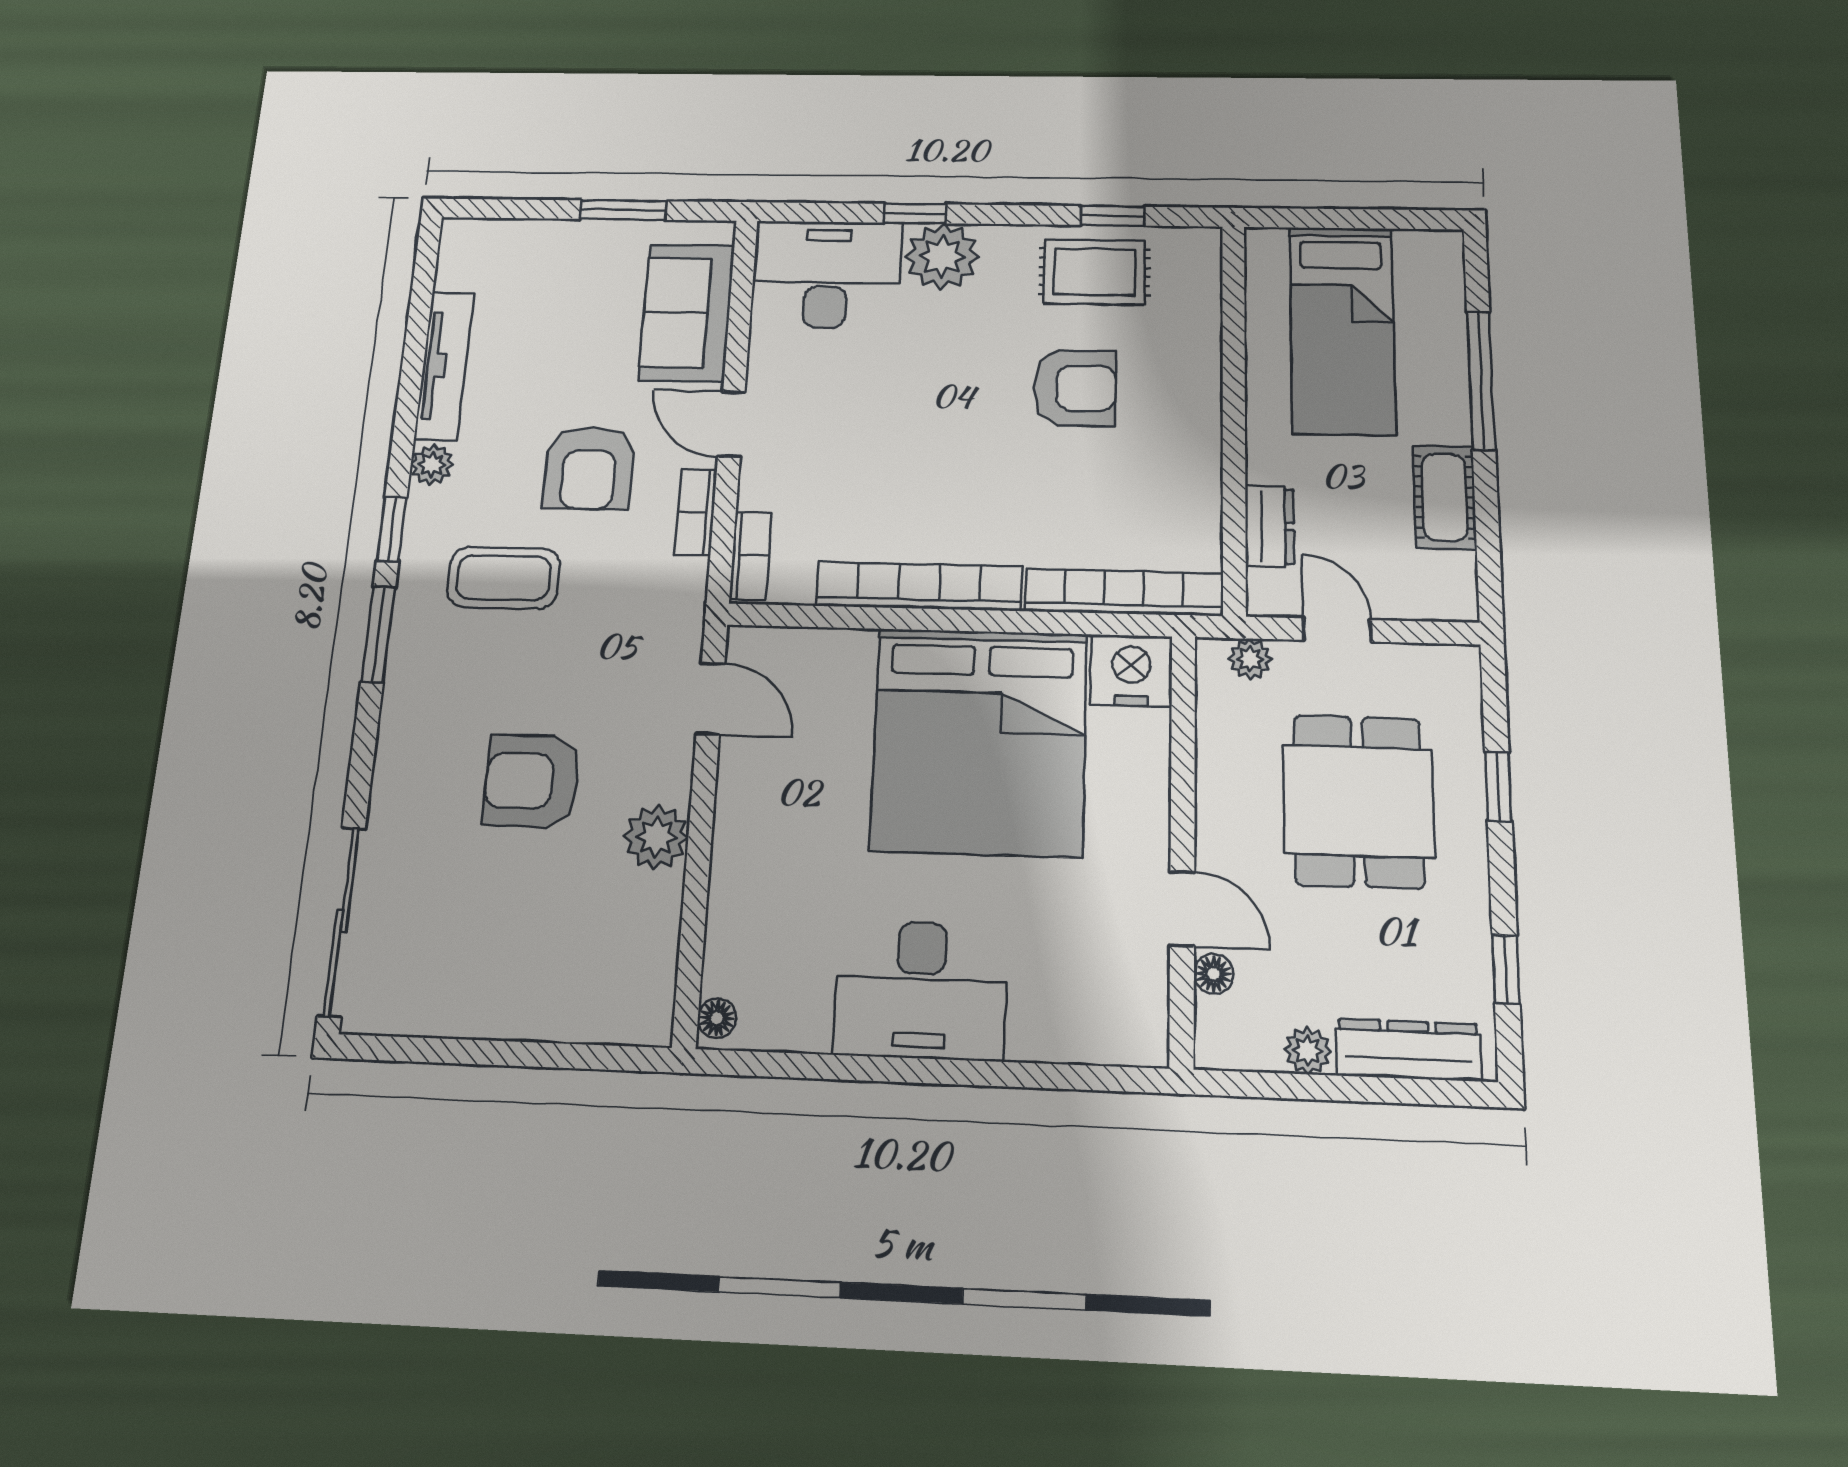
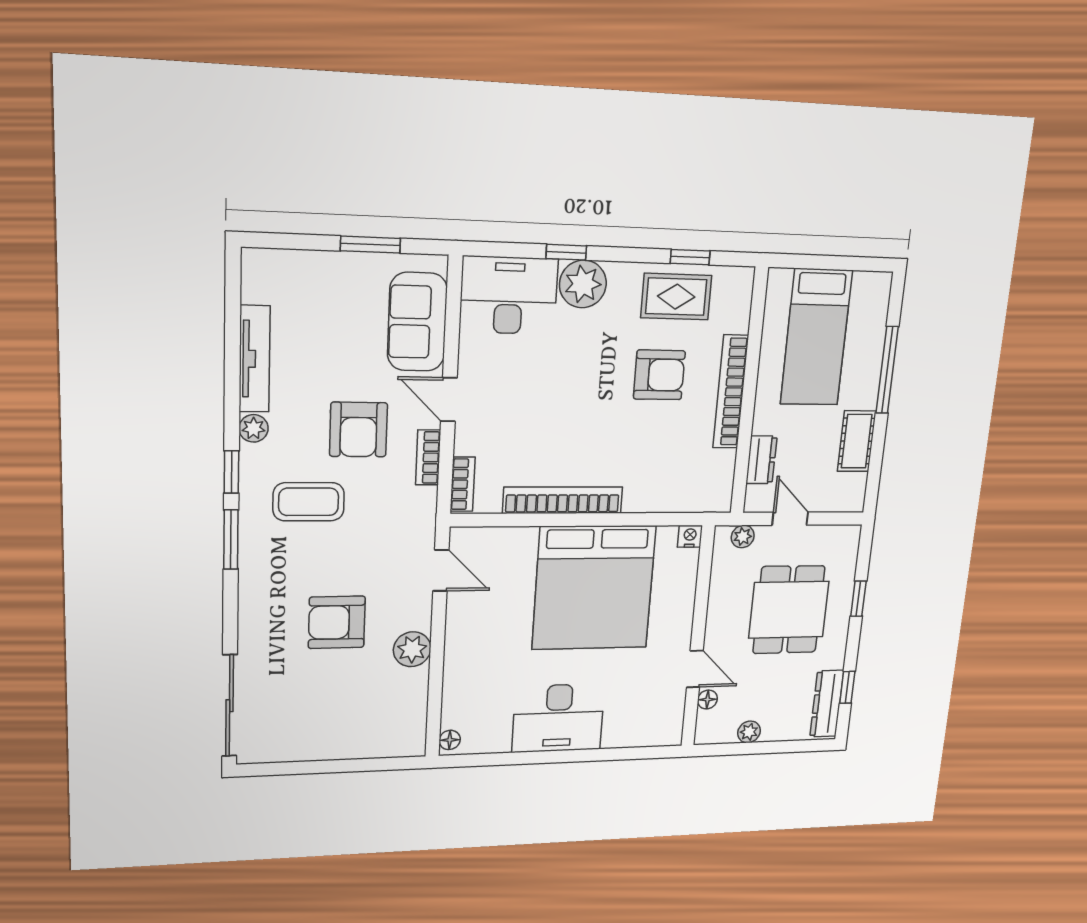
bookcase: (1124, 592) -> (731, 392), moved, turned -90
nightstand: (1131, 670) -> (690, 536), width x0.53, depth x0.56
dresser: (1408, 1050) -> (827, 704), moved, turned -90

